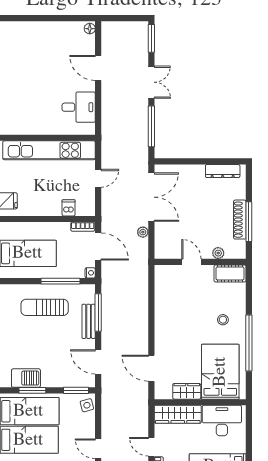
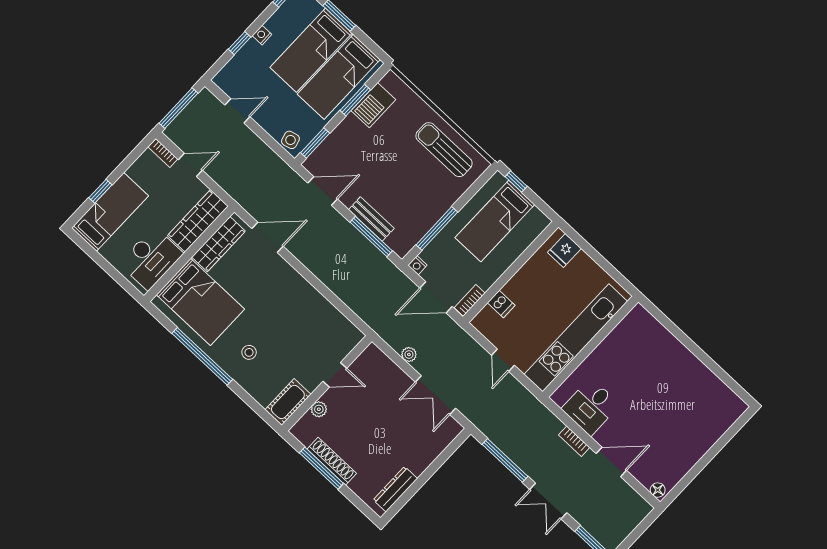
bookcase: (106, 99) -> (574, 441), added
double door: (151, 197) -> (435, 395), width x0.73
sun lounger: (45, 307) -> (444, 150), moved, turned -90
wardrobe: (187, 391) -> (219, 244), width x1.50

